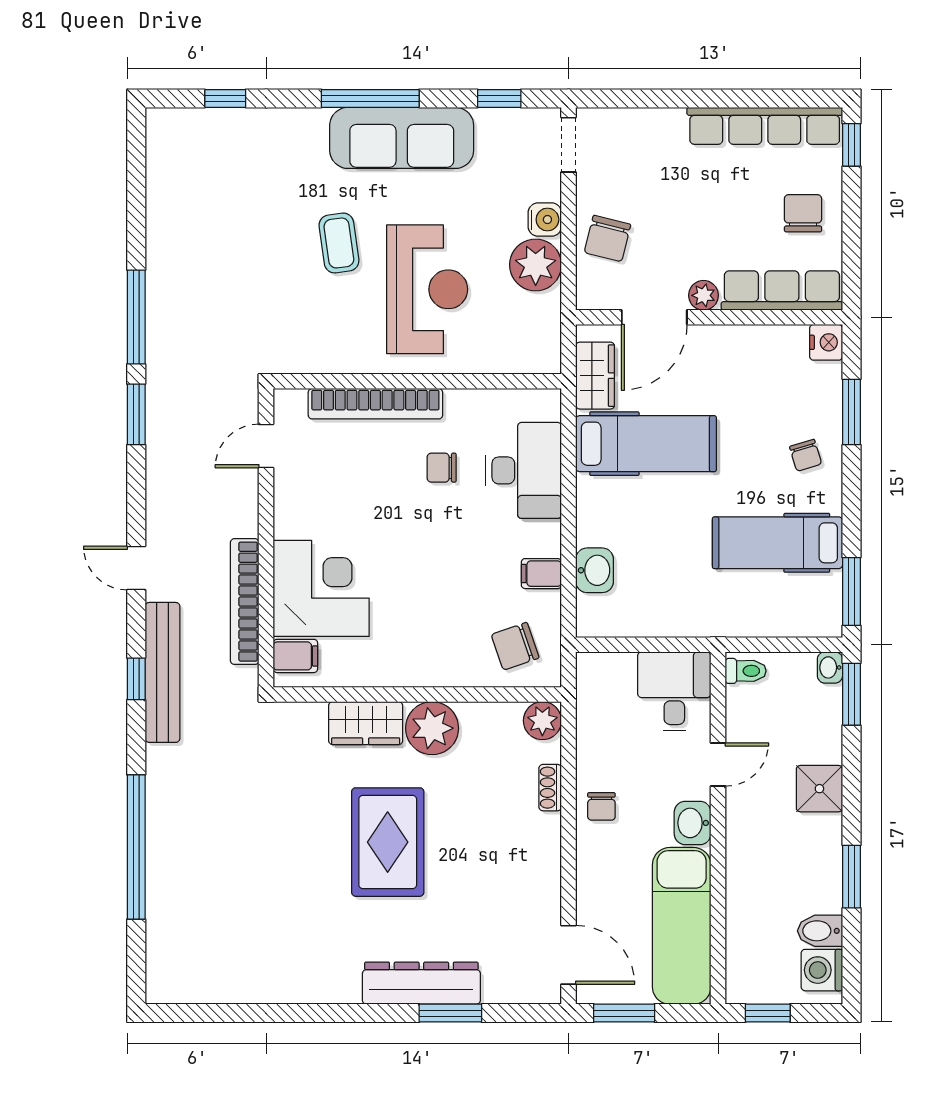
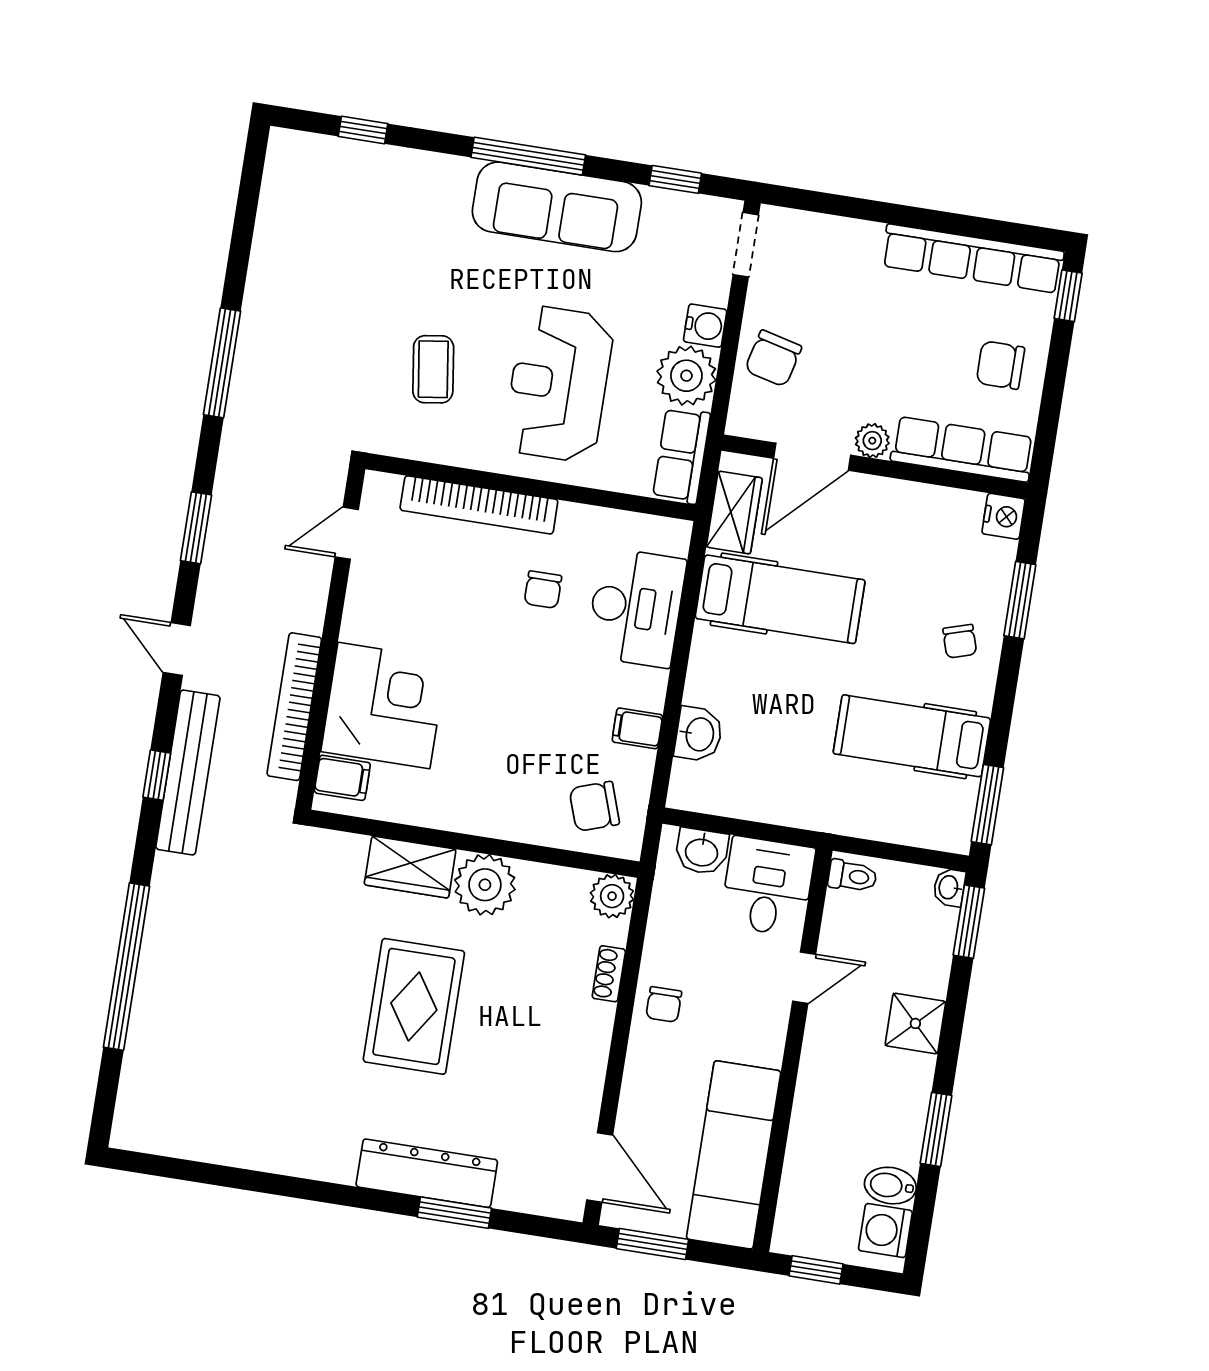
chair: (803, 213) -> (1000, 365), turned -90
coffee table: (339, 243) -> (433, 369), moved
reception desk: (427, 289) -> (559, 384), turned 180
row of seats: (542, 334) -> (682, 456), added
window: (136, 414) -> (196, 528), moved
chair: (442, 468) -> (543, 590), turned -90
washbasin: (693, 823) -> (702, 851), moved, turned -90

